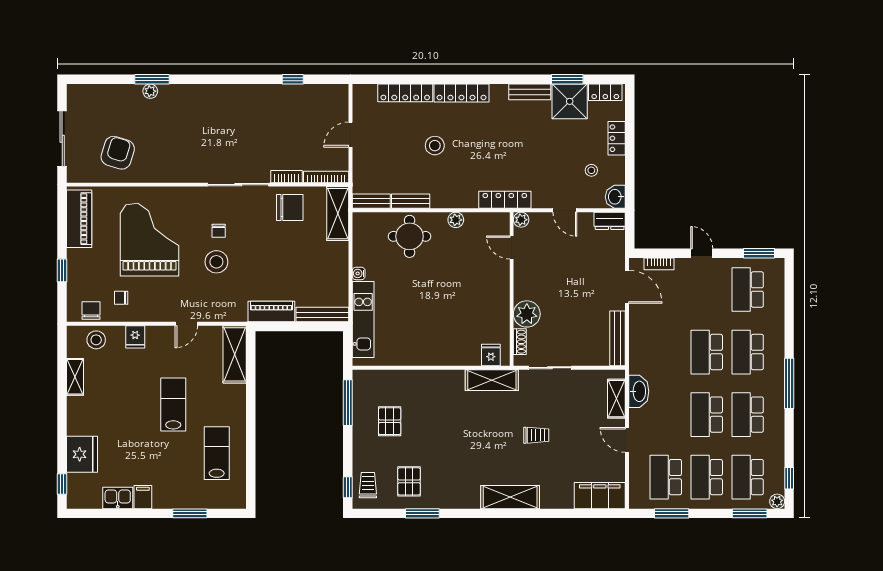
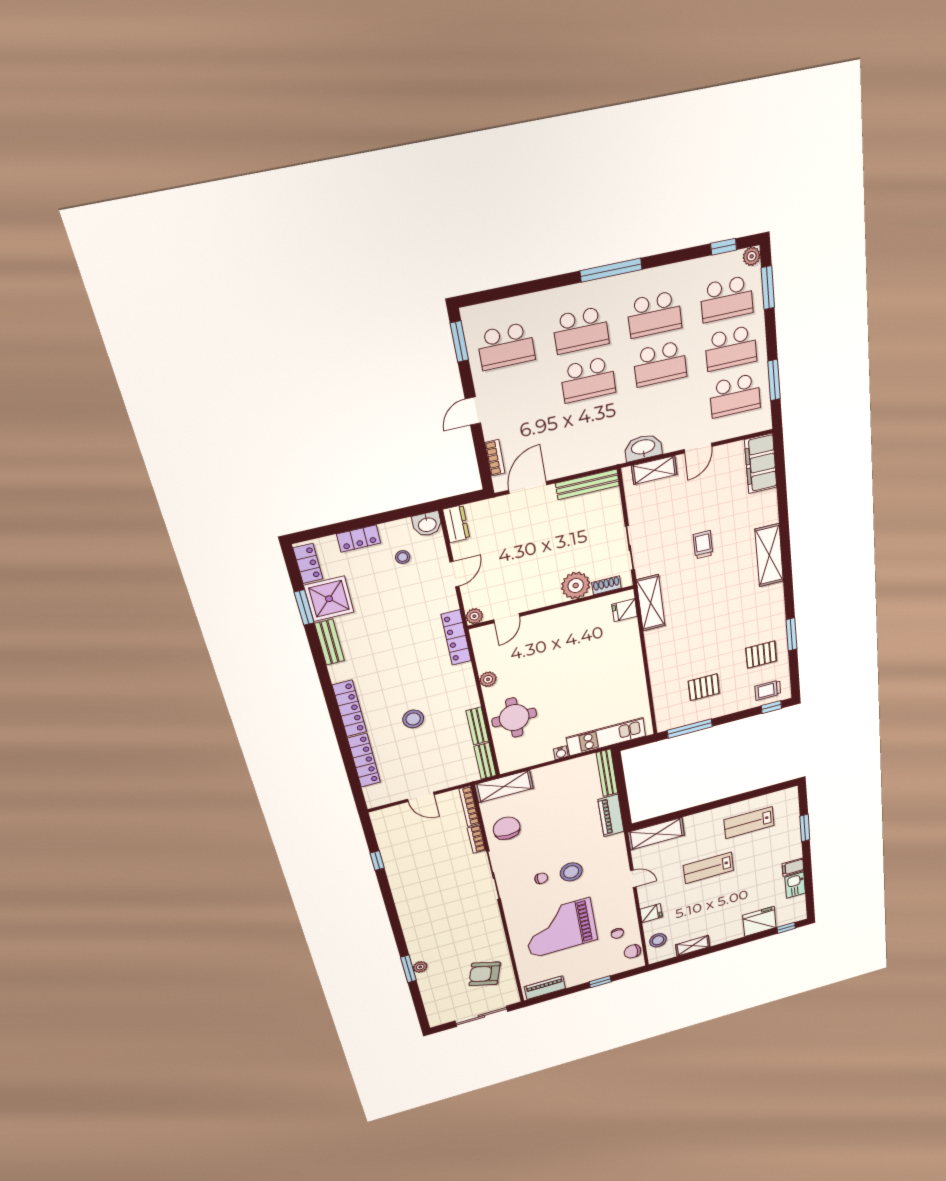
piano: (79, 219) -> (545, 988), width x0.73, depth x0.75

